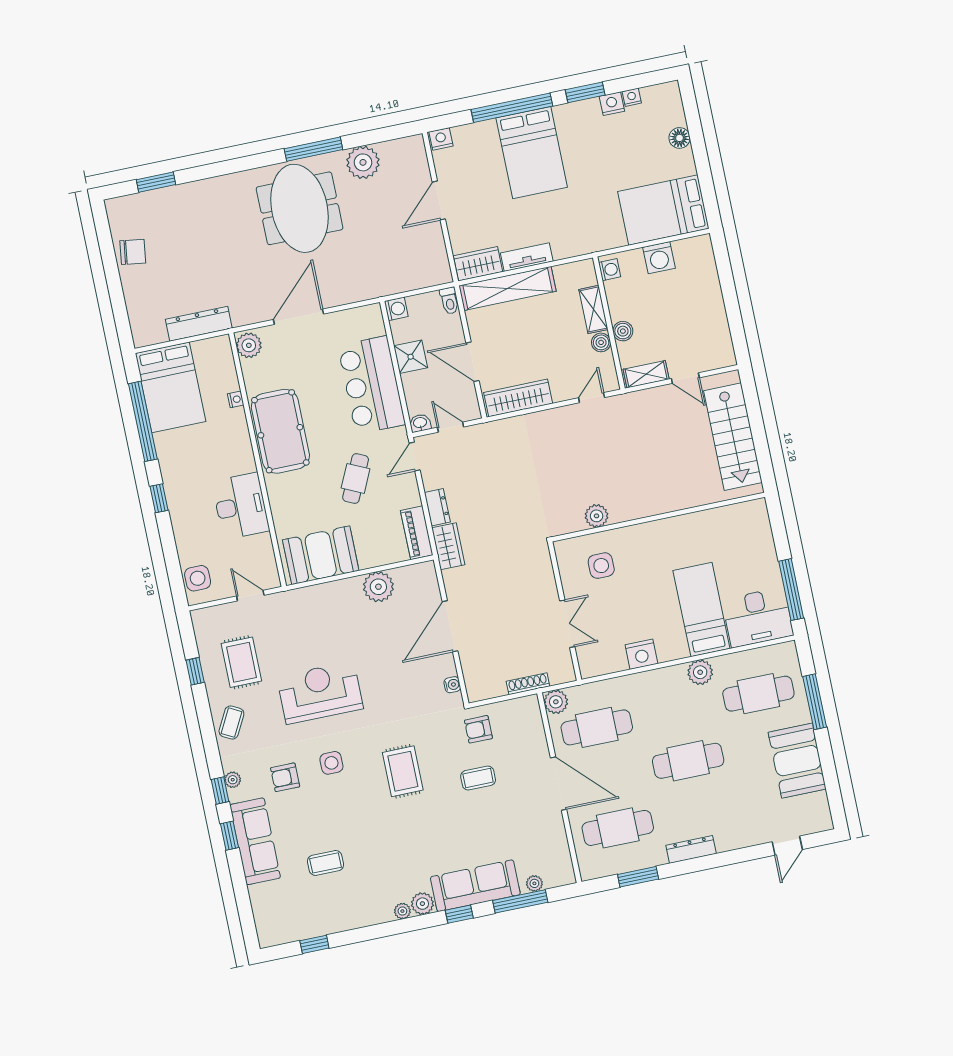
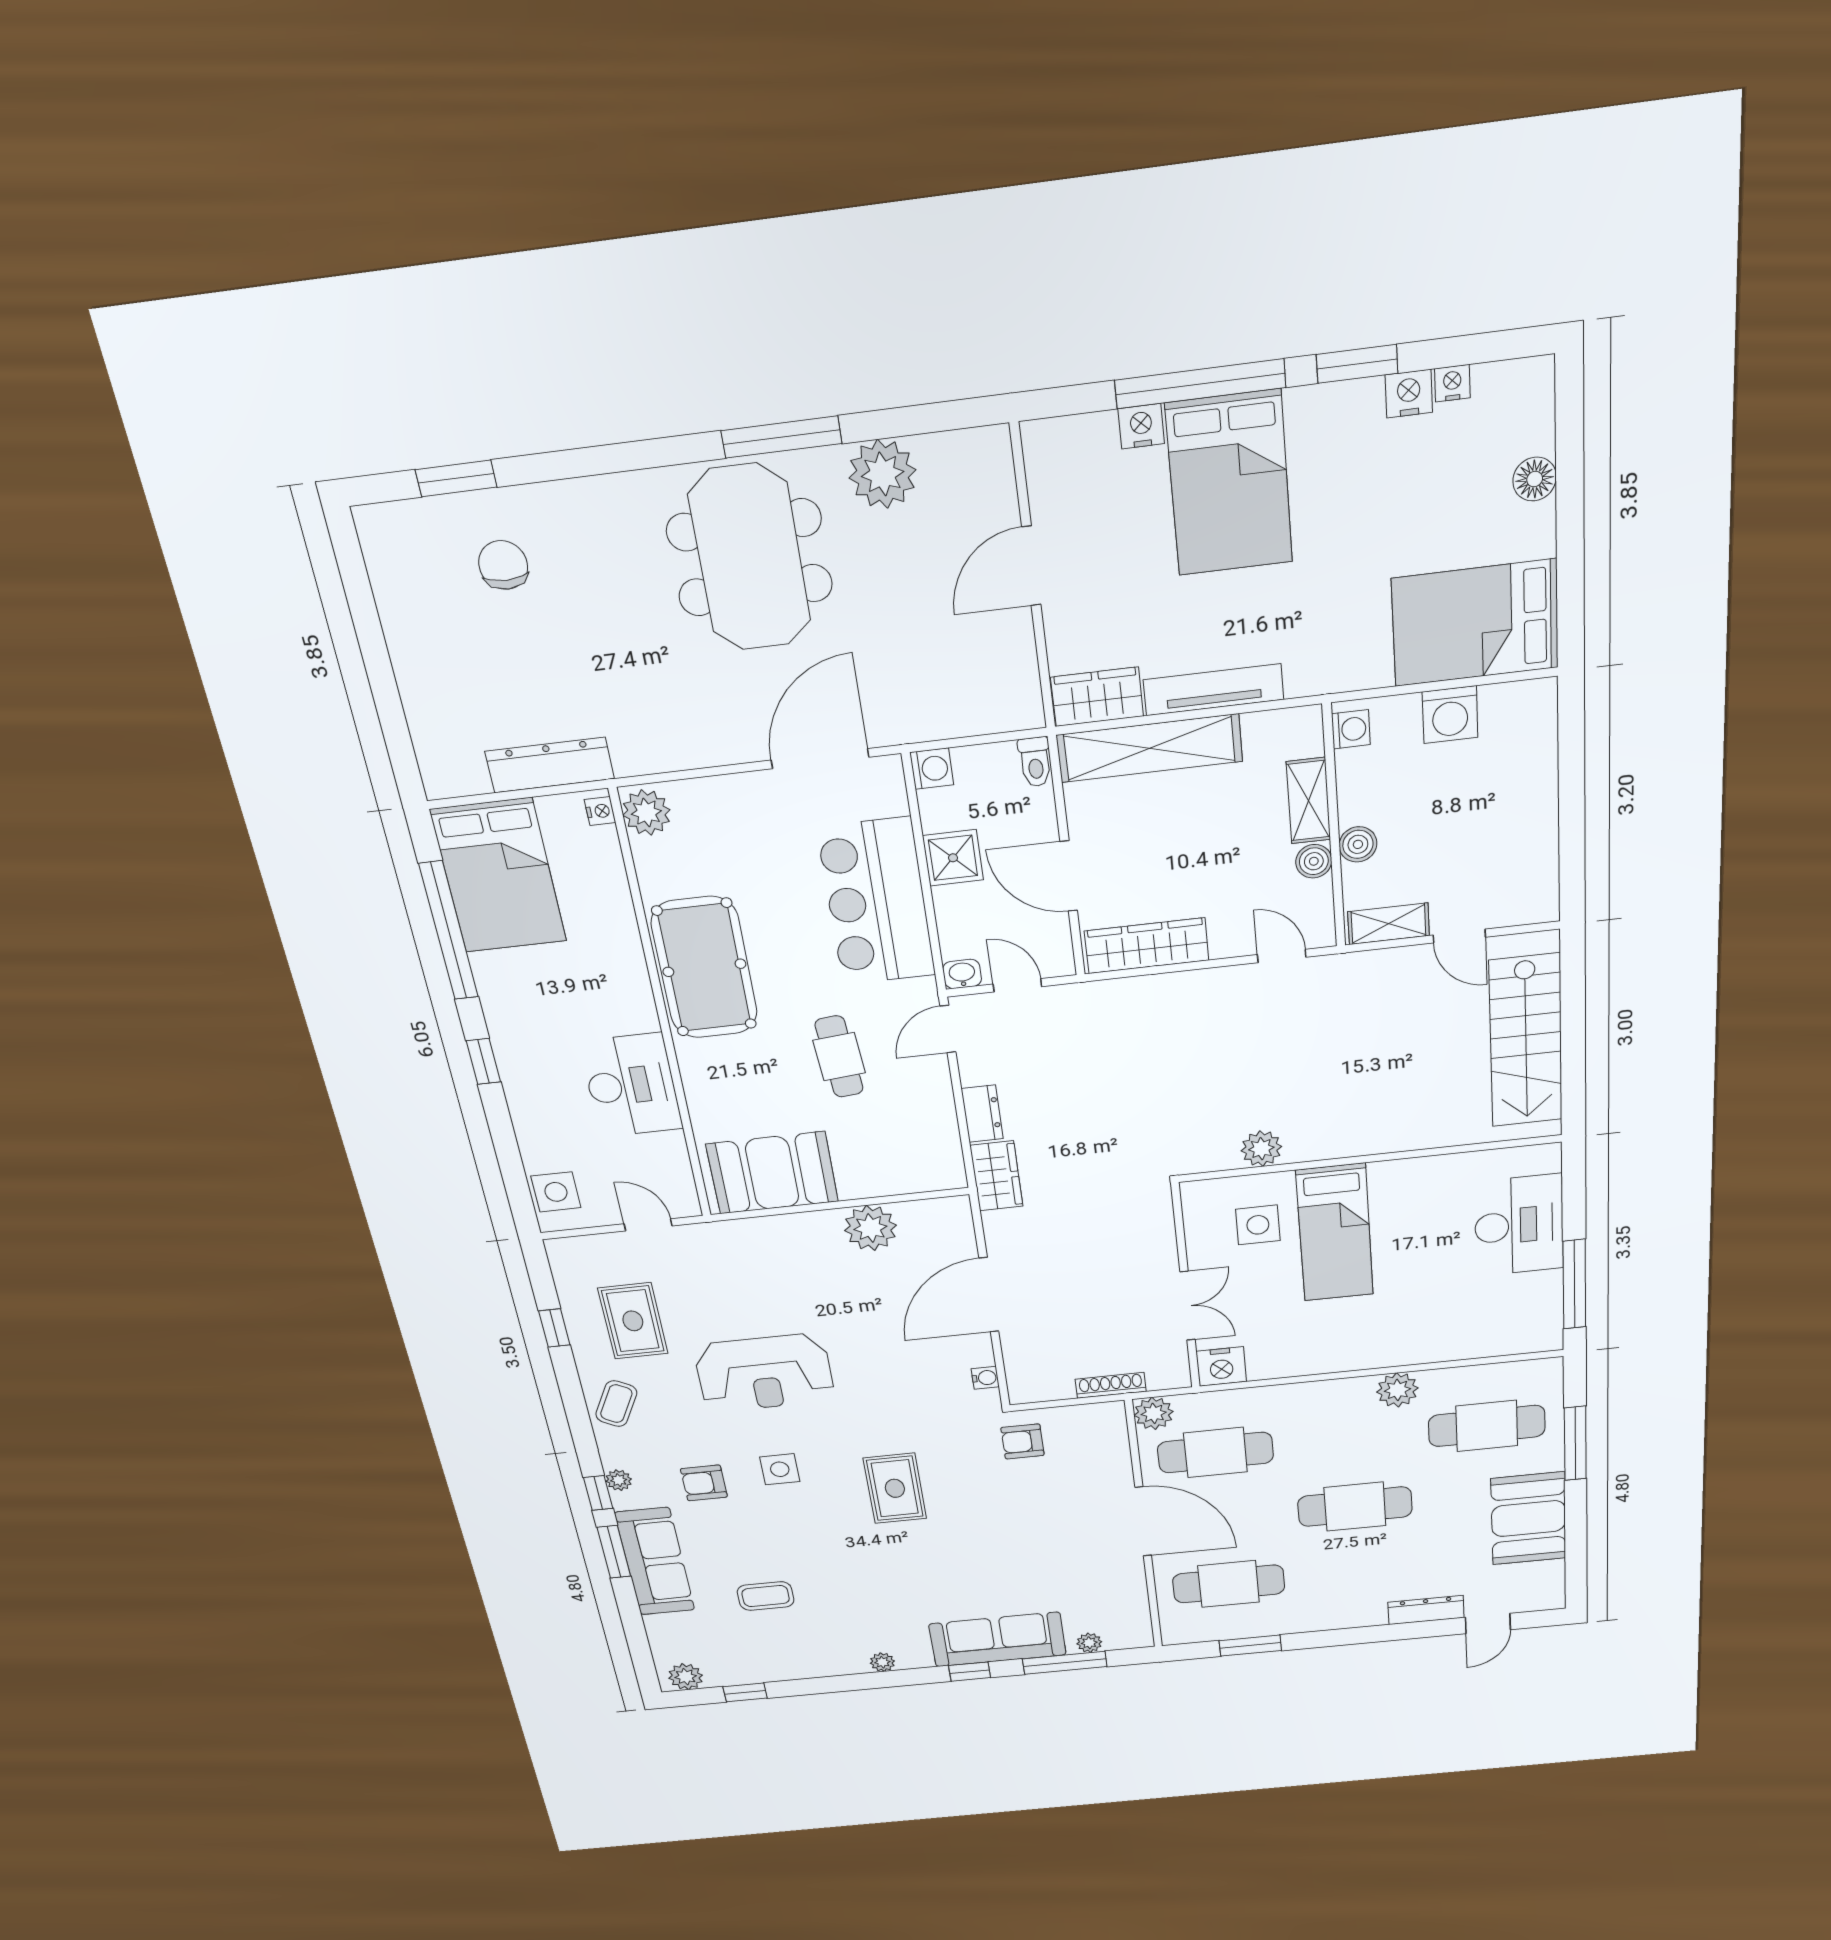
nightstand: (441, 139) -> (1141, 426), moved
chair: (133, 252) -> (503, 565), moved, turned -98
tv unit: (527, 257) -> (1213, 690), width x1.41
door: (299, 317) -> (820, 759), moved
door: (592, 398) -> (1282, 956), hinge flipped
nightstand: (236, 399) -> (600, 811), moved
cafe table: (356, 478) -> (839, 1057), turned -30
piano: (417, 533) -> (943, 1151), removed
bed: (701, 610) -> (1335, 1233), moved, turned 180
desk: (758, 617) -> (1519, 1225), moved, turned -90
nightstand: (641, 654) -> (1221, 1366), moved
reception desk: (320, 693) -> (764, 1373), turned 180
coffee table: (478, 778) -> (1015, 1506), removed
window: (229, 836) -> (614, 1552), width x1.50
dresser: (691, 849) -> (1426, 1610), moved
plant: (422, 904) -> (686, 1677), moved

